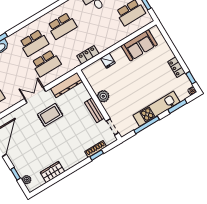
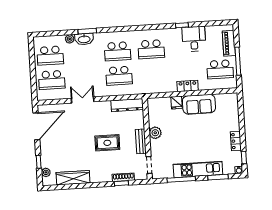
sofa: (139, 45) -> (199, 104), moved
locker: (88, 55) -> (188, 86), moved
double door: (35, 95) -> (83, 100), moved
rug: (50, 115) -> (107, 143), moved
wardrobe: (52, 172) -> (73, 178), width x1.50

